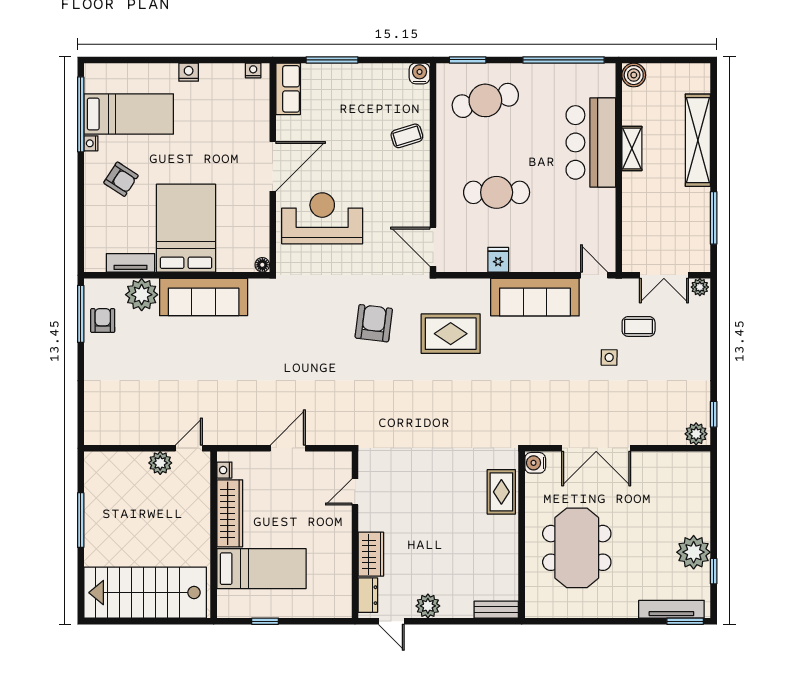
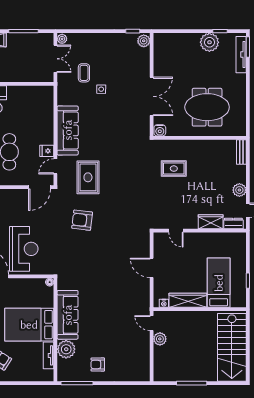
reception desk: (322, 218) -> (24, 249), turned 180
door: (594, 275) -> (55, 166), moved
armchair: (103, 321) -> (98, 365), moved
rug: (501, 492) -> (174, 169), moved

